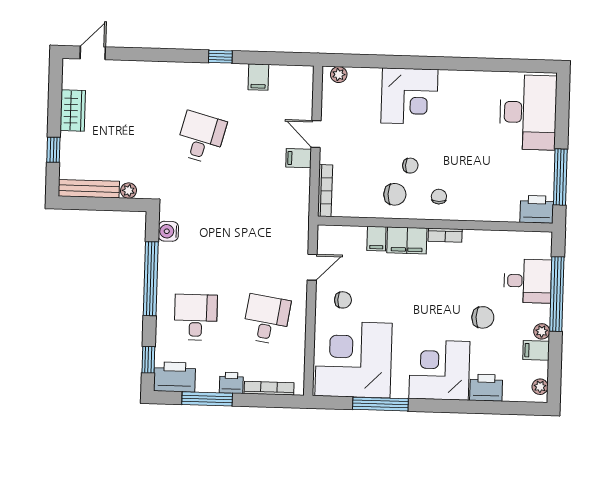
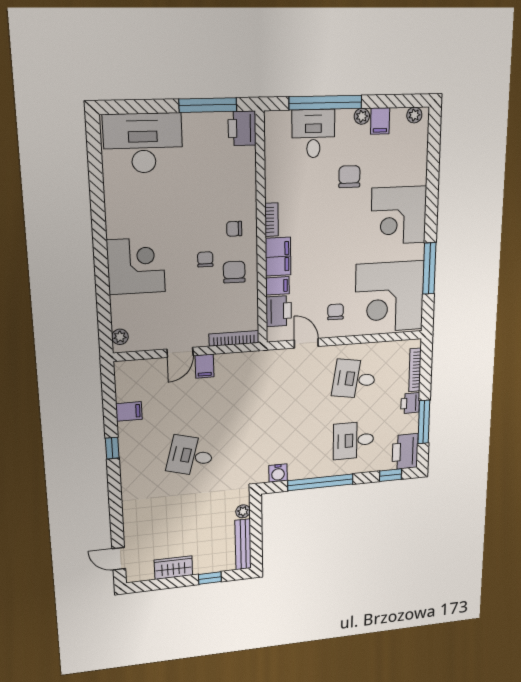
printer: (486, 388) -> (279, 311), moved, turned 180

